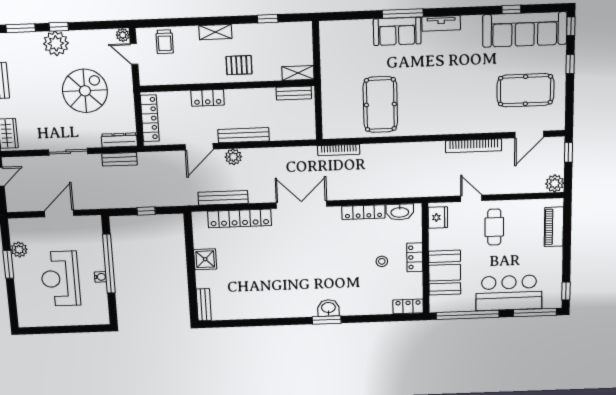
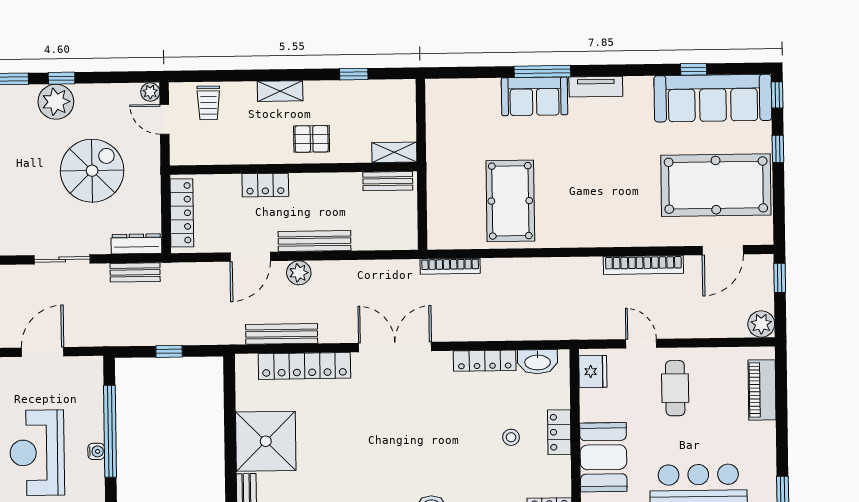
pool table: (525, 90) -> (716, 185), width x1.36, depth x1.32
shower: (205, 259) -> (266, 441), width x1.86, depth x1.86

